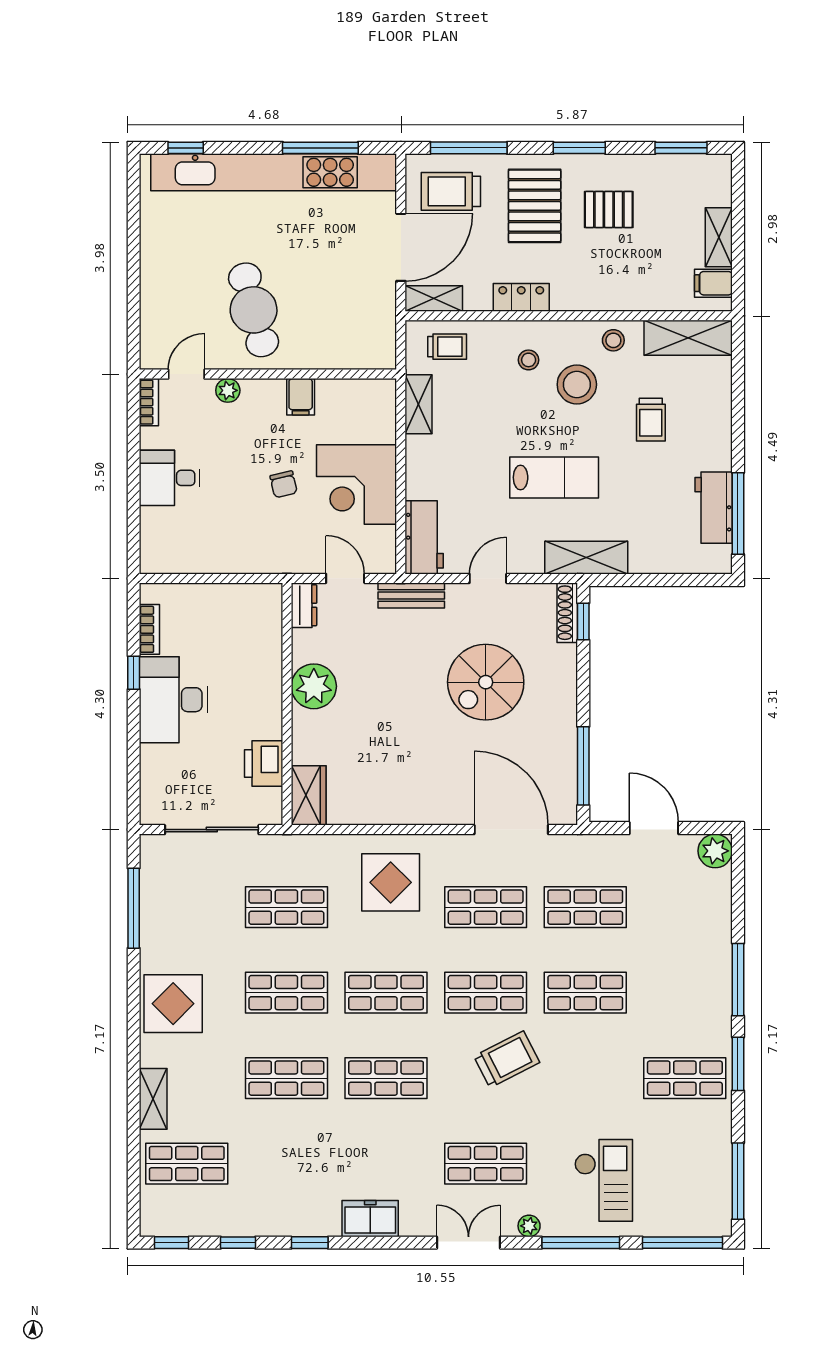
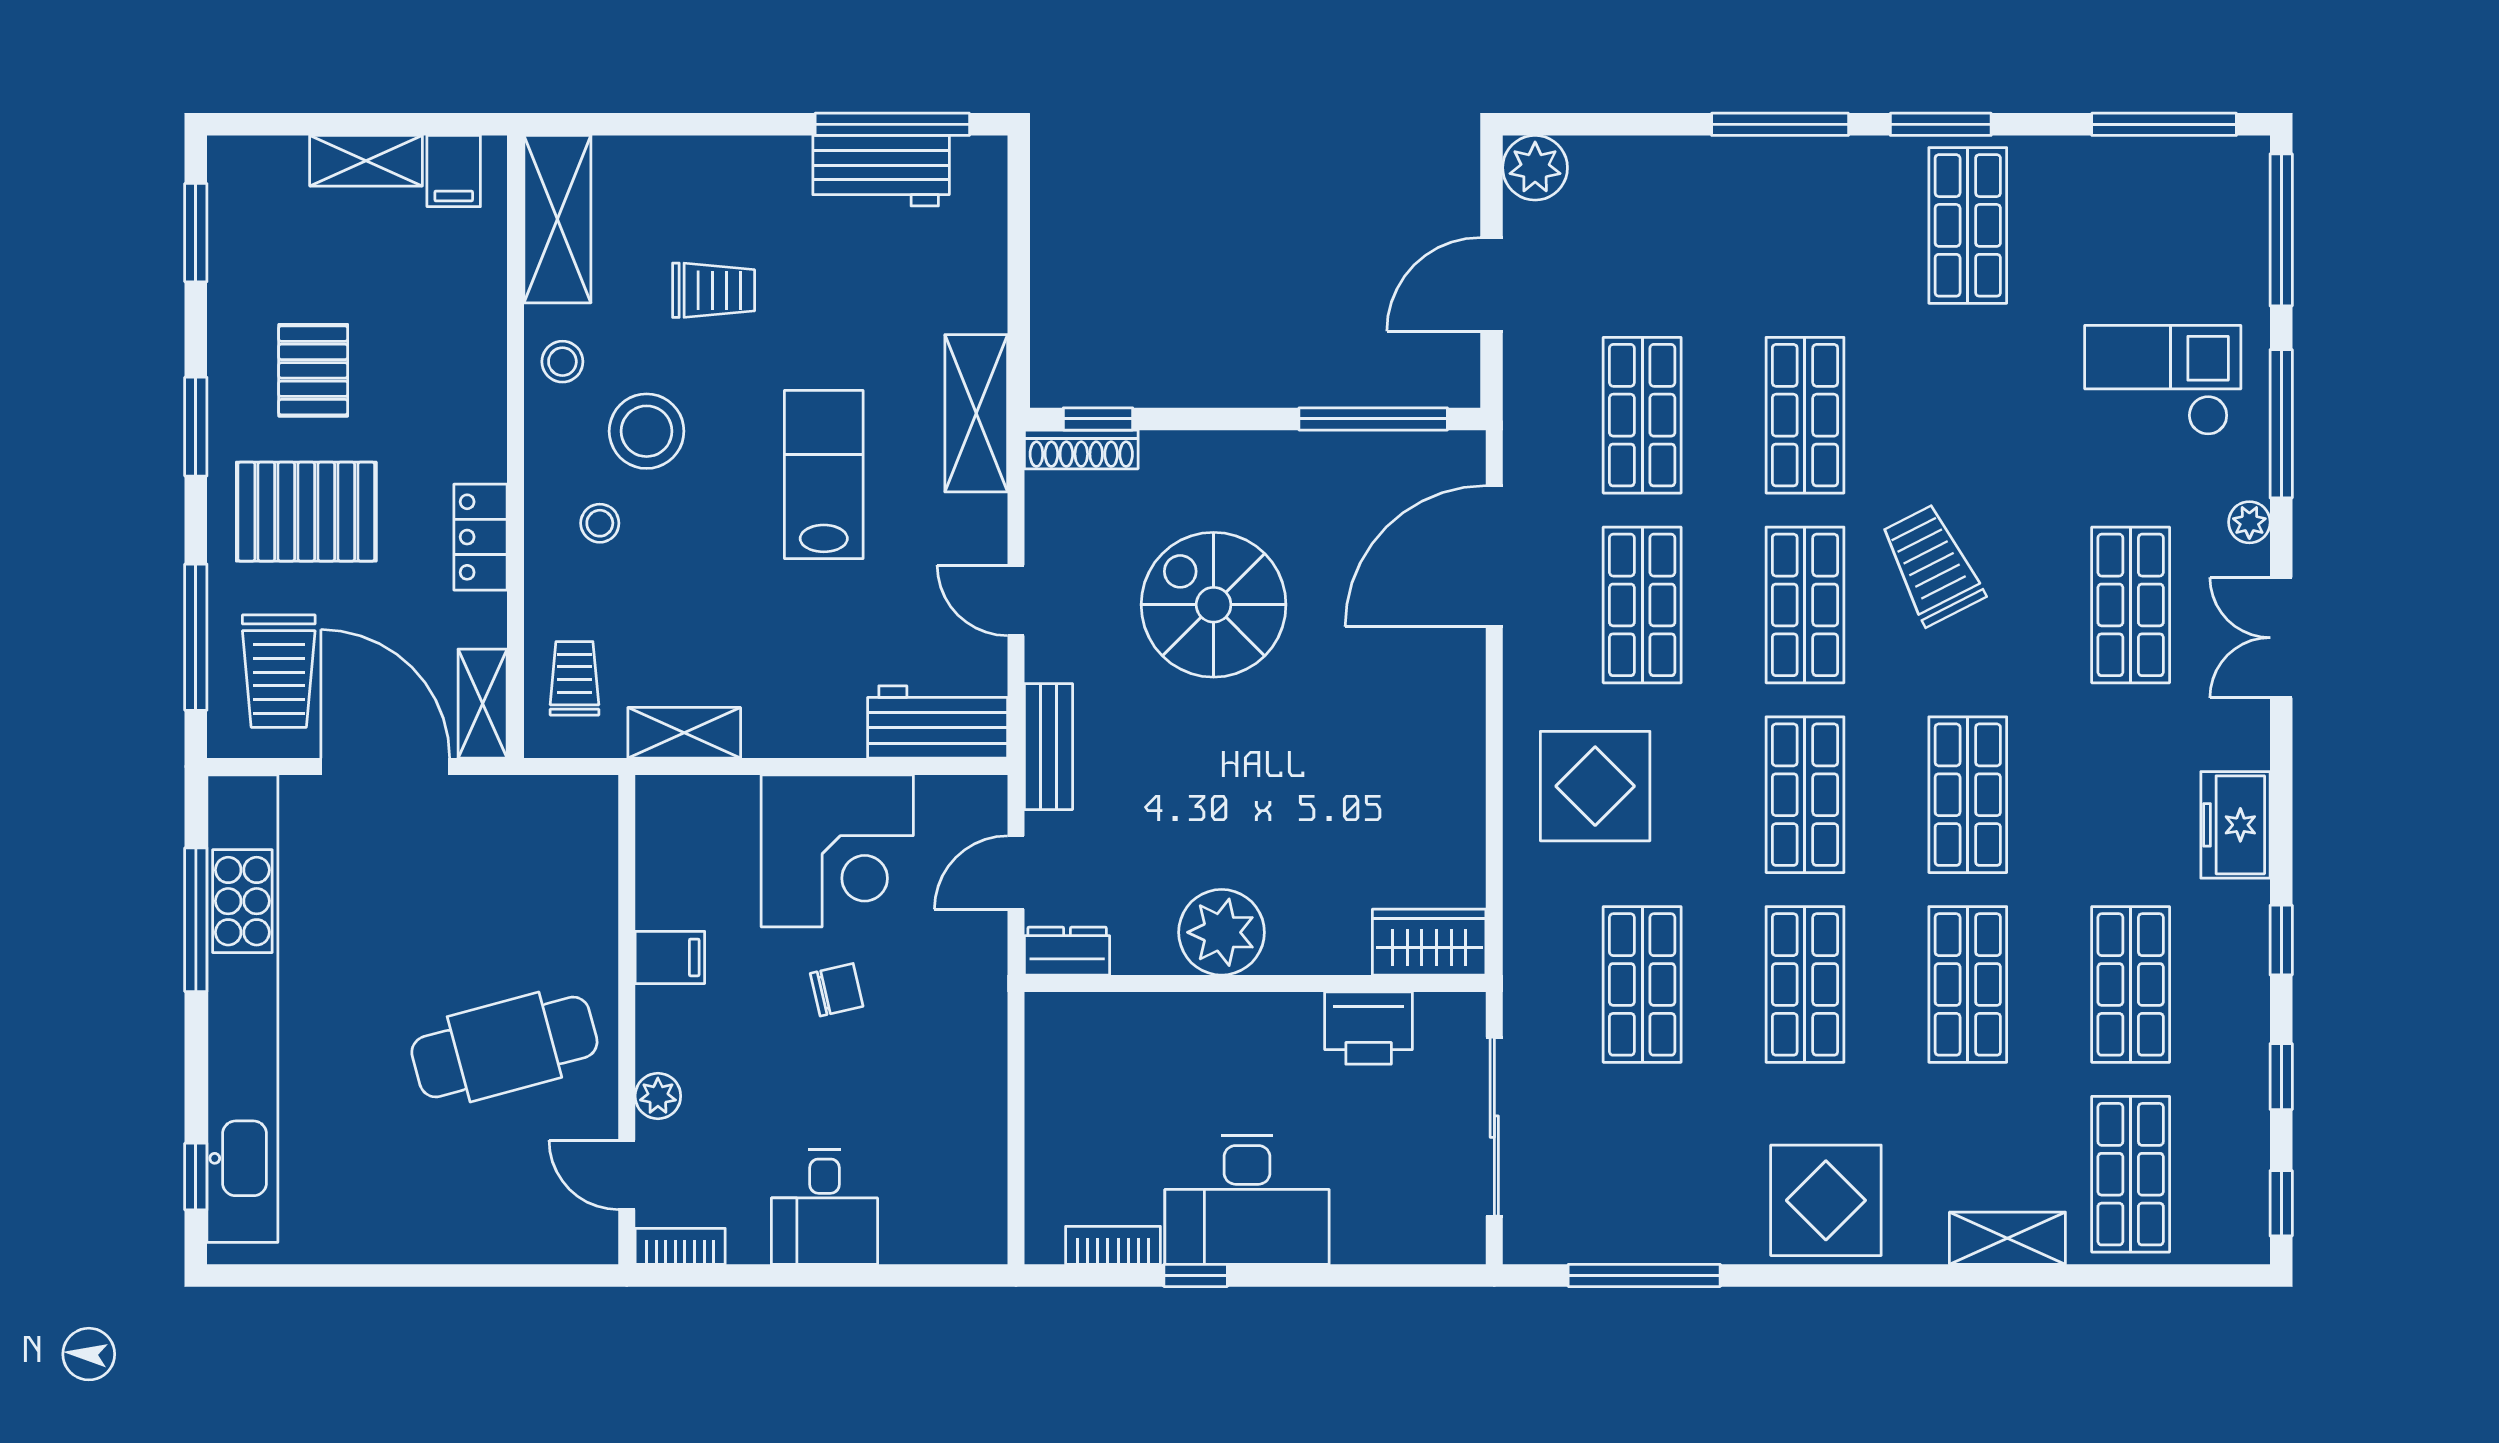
spiral stairs: (486, 682) -> (1214, 605), turned 180
shop shelf: (286, 1164) -> (2131, 984), added

